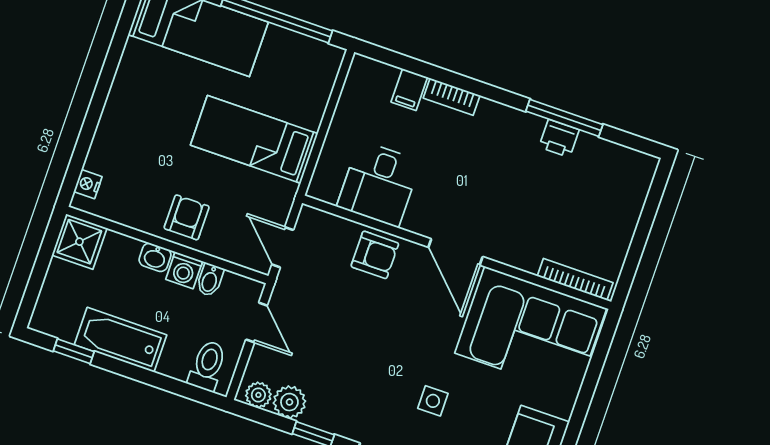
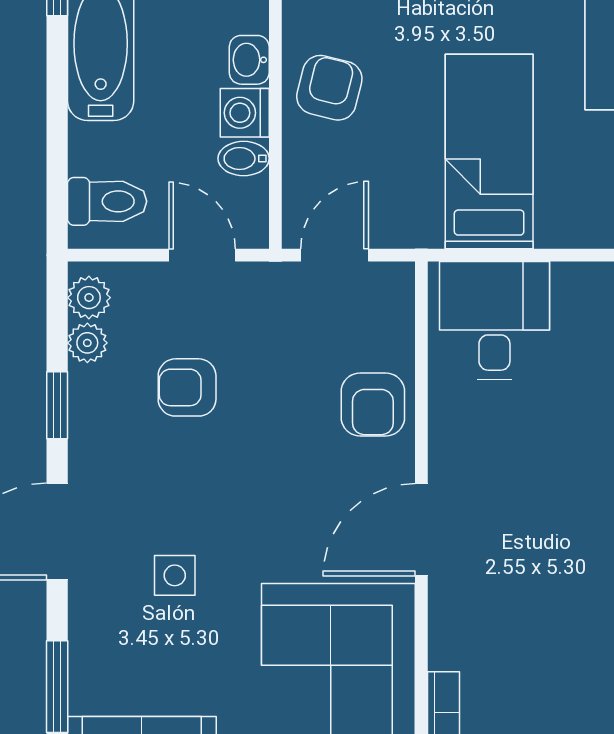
desk: (379, 184) -> (494, 321), moved, turned 90
armchair: (187, 217) -> (329, 88), turned -76
door: (257, 322) -> (202, 255), swing flipped
armchair: (329, 357) -> (187, 387), added
plant: (289, 402) -> (87, 343), width x0.73, depth x0.73

